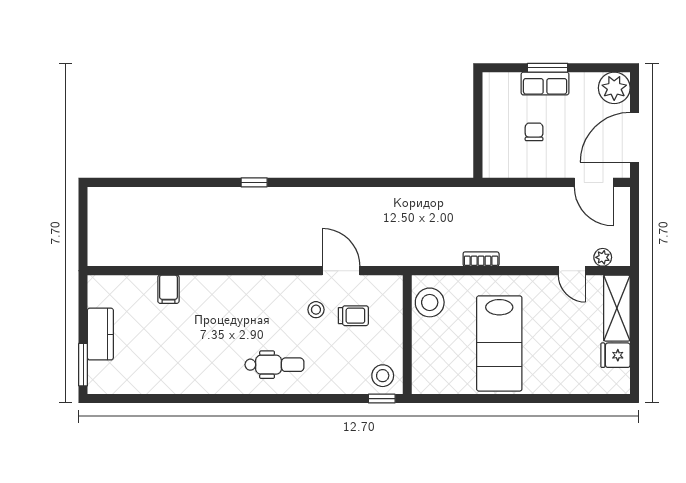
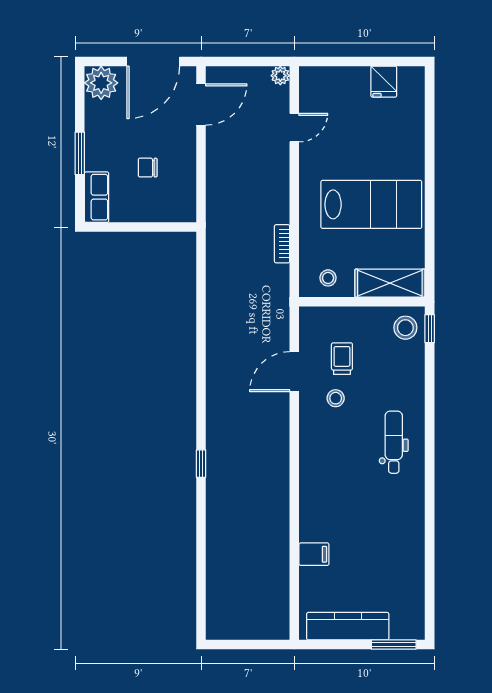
row of seats: (545, 84) -> (97, 197), moved
door: (634, 137) -> (153, 61), hinge flipped
plant: (603, 257) -> (280, 76), moved
bookcase: (481, 259) -> (282, 244), moved
stool: (430, 302) -> (328, 278), width x0.53, depth x0.53
shelving: (617, 308) -> (390, 283), moved
kitchen counter: (100, 334) -> (348, 626), width x1.50

